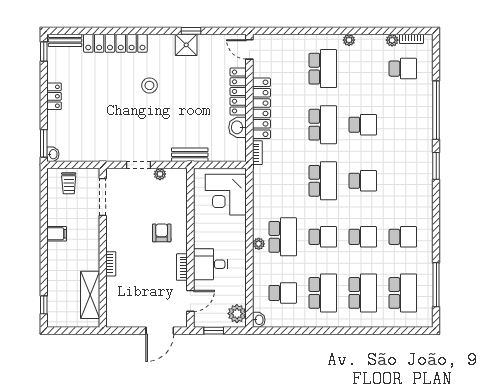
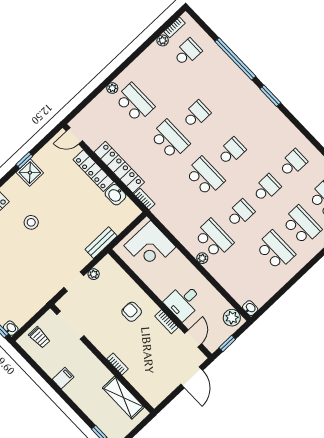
plant: (349, 40) -> (112, 88), moved
school desk: (283, 293) -> (249, 275), removed

